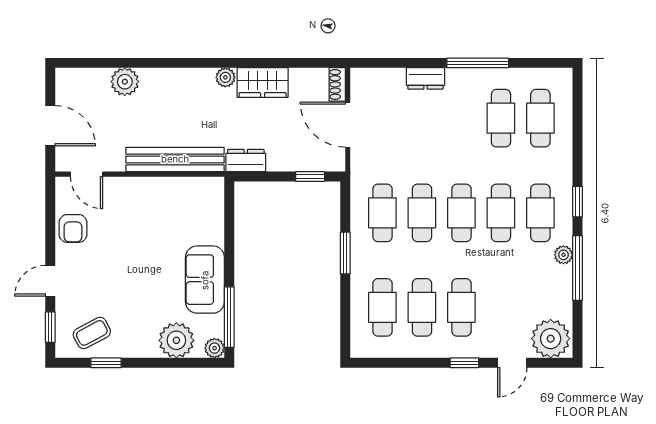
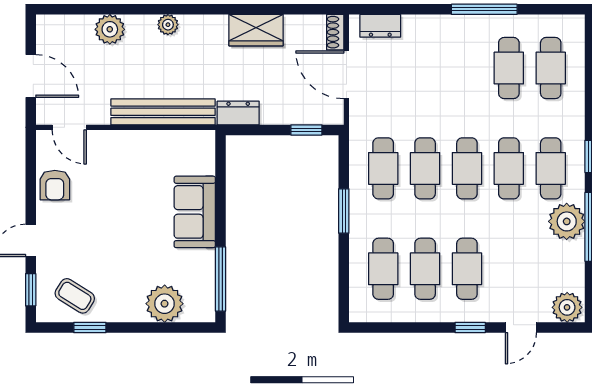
plant: (225, 77) -> (168, 25), moved
dresser: (426, 78) -> (380, 26), moved
plant: (563, 255) -> (567, 221), width x1.88, depth x1.88
sofa: (205, 280) -> (195, 212), moved
coffee table: (92, 333) -> (75, 296), turned 60
plant: (551, 339) -> (567, 307), width x0.73, depth x0.73
plant: (215, 348) -> (205, 312), removed

